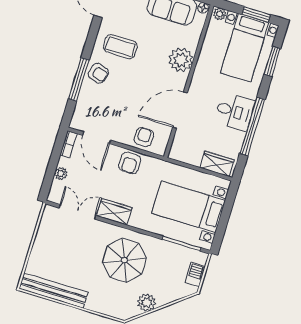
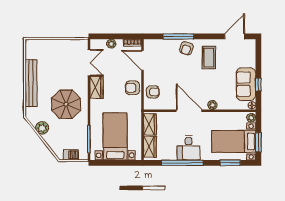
plant: (181, 60) -> (212, 105), width x0.53, depth x0.53
door: (180, 110) -> (189, 111), moved
door: (97, 138) -> (143, 60), hinge flipped
wardrobe: (187, 154) -> (150, 124), added
bench: (54, 291) -> (31, 83), moved

